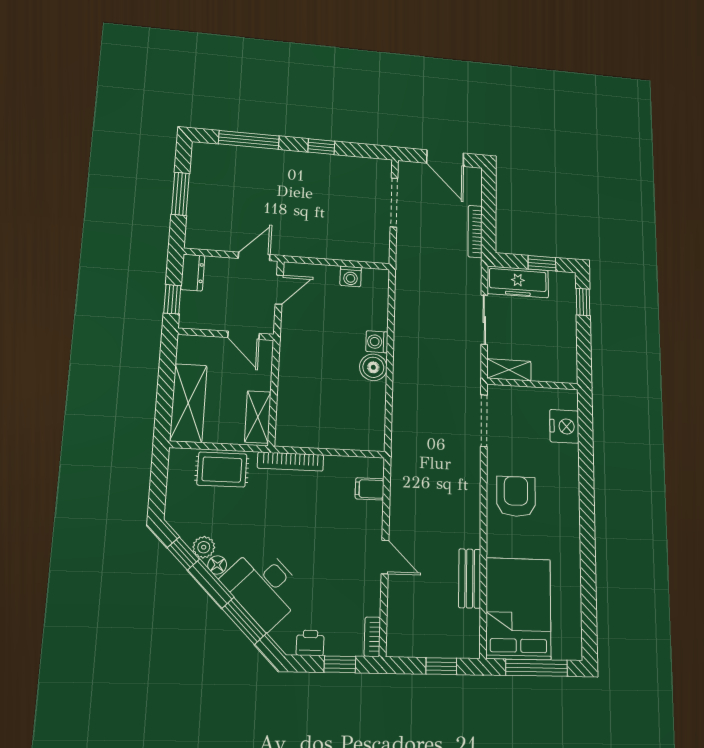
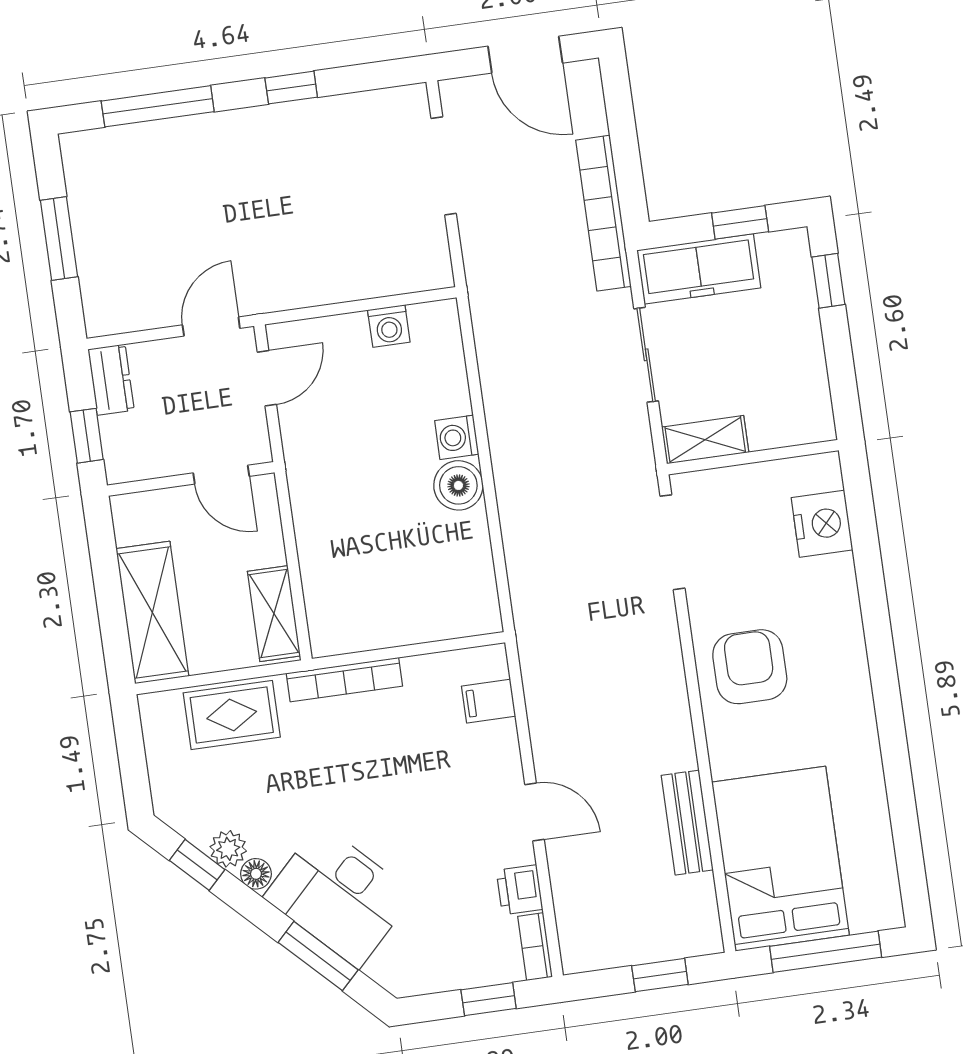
bookcase: (475, 231) -> (603, 213), width x1.48, depth x1.31
printer: (310, 643) -> (519, 890), moved, turned -90

